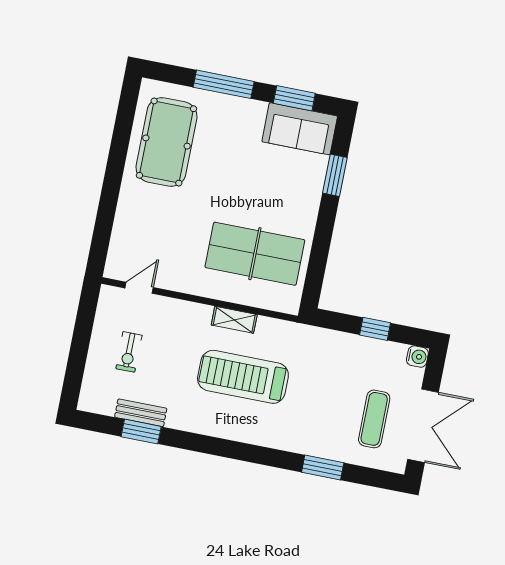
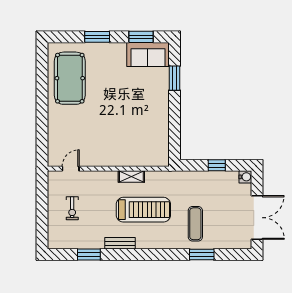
window: (224, 84) -> (97, 37), width x0.69
table tennis table: (255, 254) -> (136, 135), removed
treadmill: (243, 377) -> (143, 210), turned 180
bench: (141, 413) -> (120, 243), moved
exercise mat: (374, 419) -> (195, 224), moved

